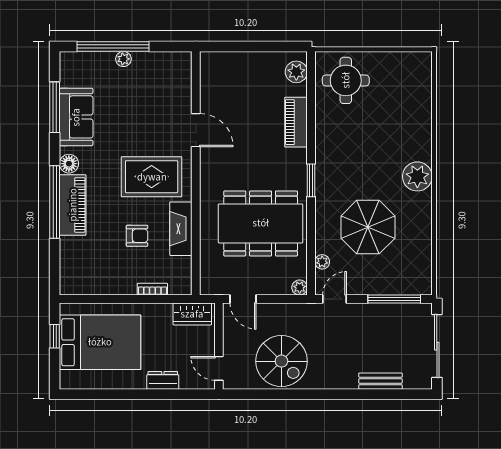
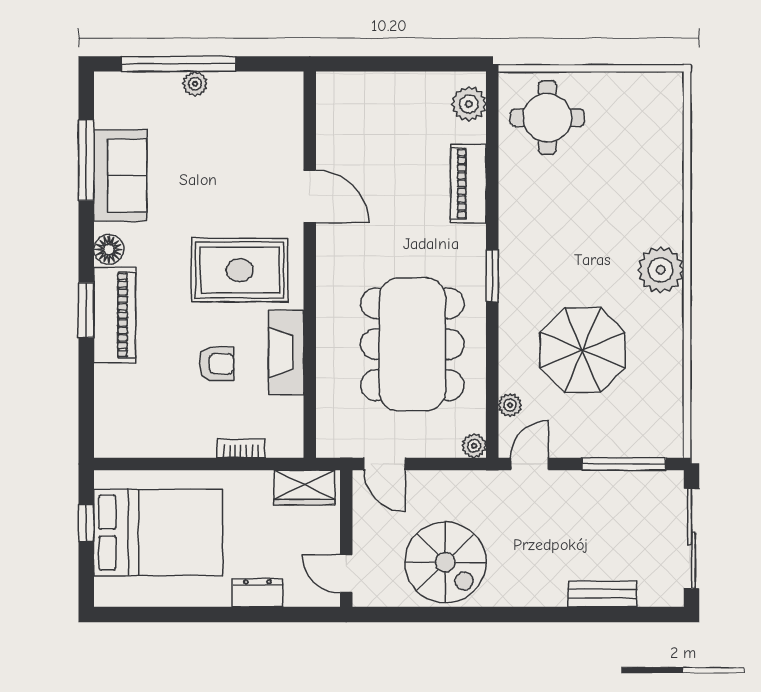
window: (55, 202) -> (86, 310), width x0.47
dining table: (261, 223) -> (412, 344), turned 90

